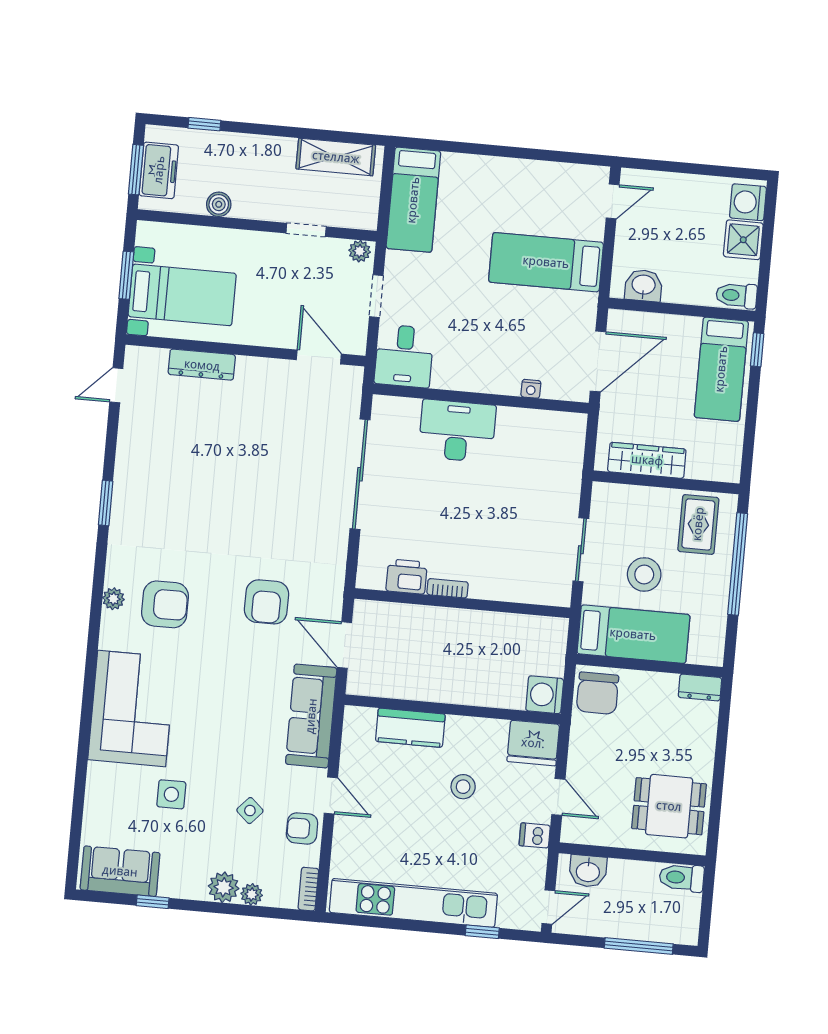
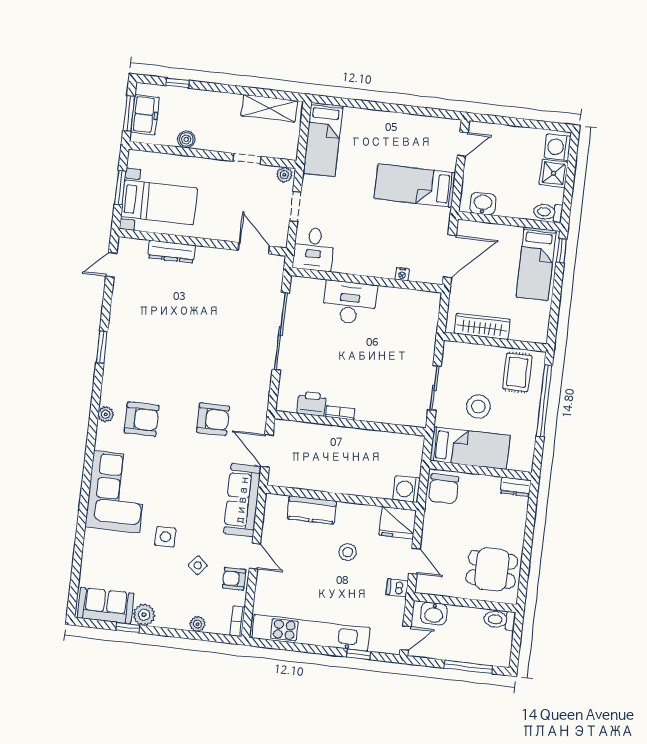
armchair: (266, 602) -> (213, 419), turned -90
side table: (171, 794) -> (165, 537), moved
plant: (224, 887) -> (144, 615), moved

